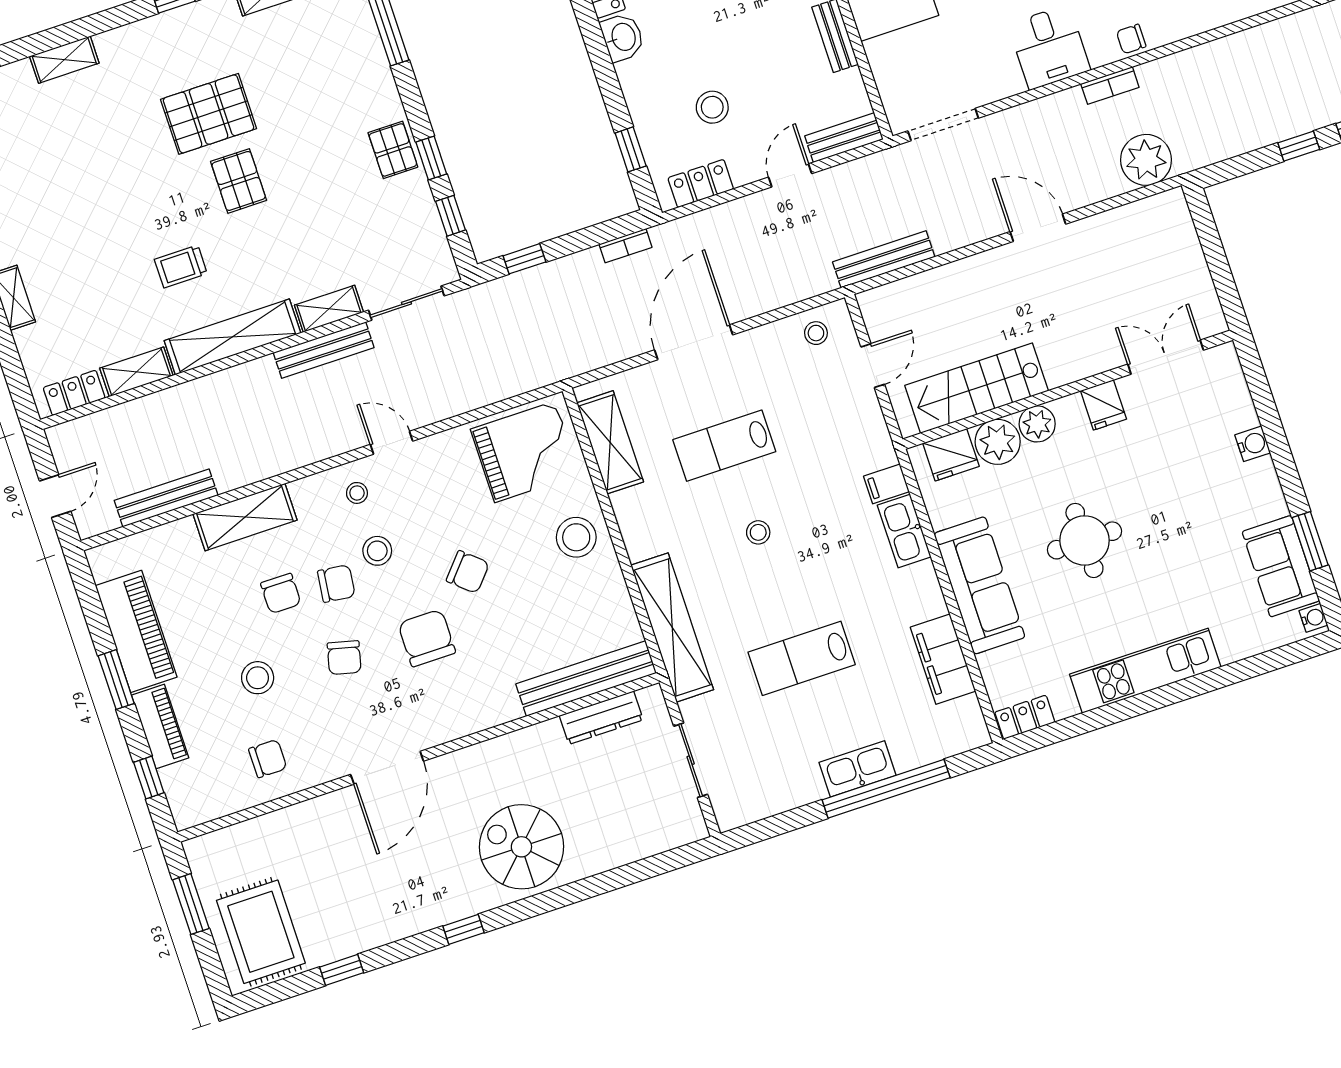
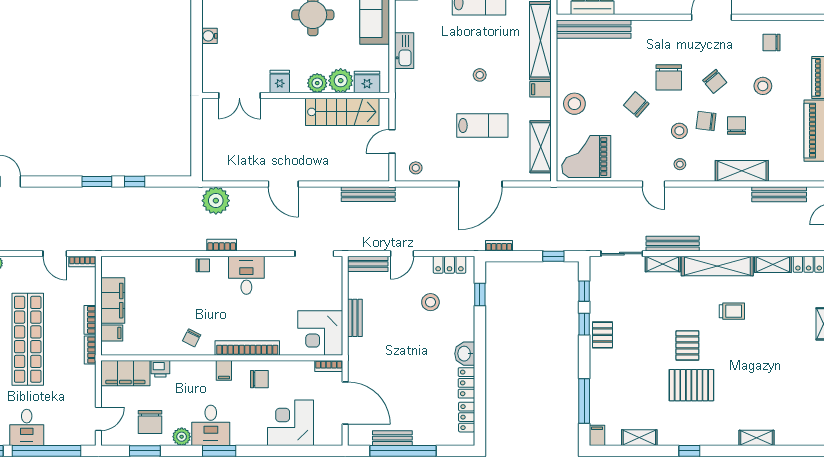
filing cabinet: (886, 484) -> (540, 89), moved, turned 180
chair: (344, 658) -> (715, 81), turned 126

